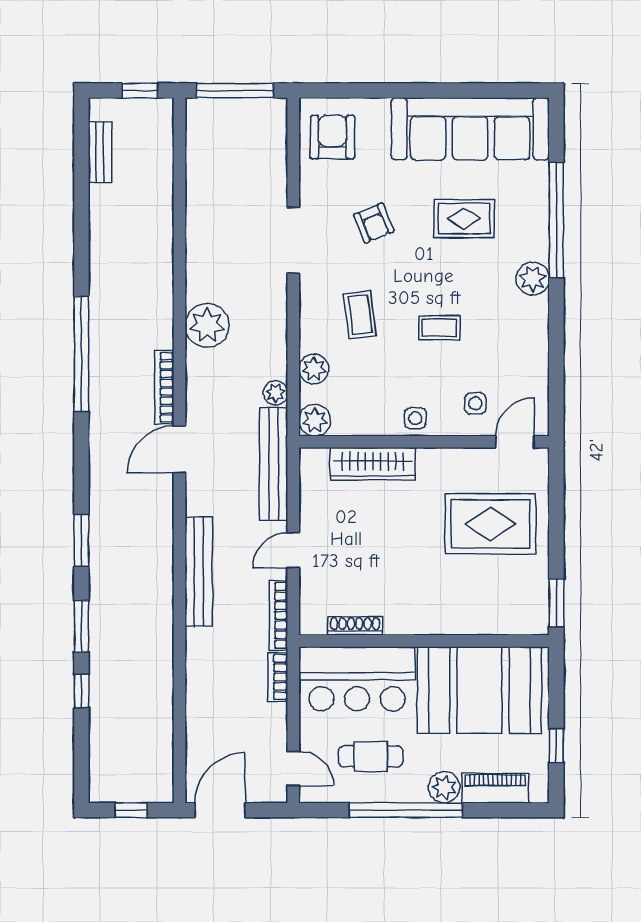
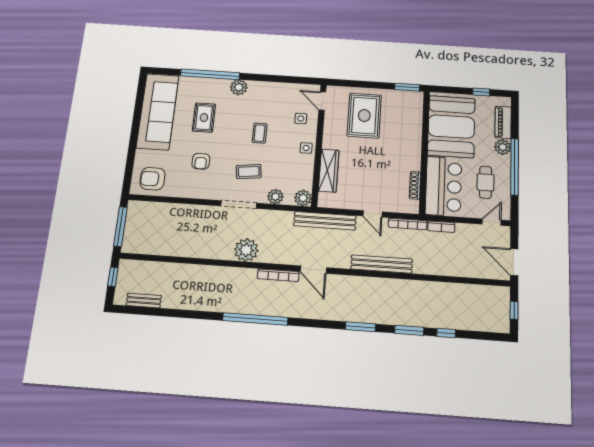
armchair: (374, 223) -> (201, 161), turned 112
doorway: (293, 240) -> (239, 205), moved
plant: (275, 393) -> (287, 217), removed

